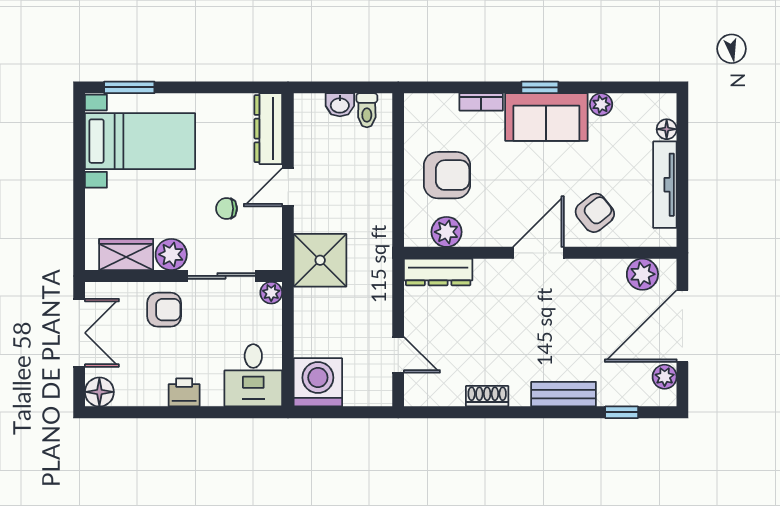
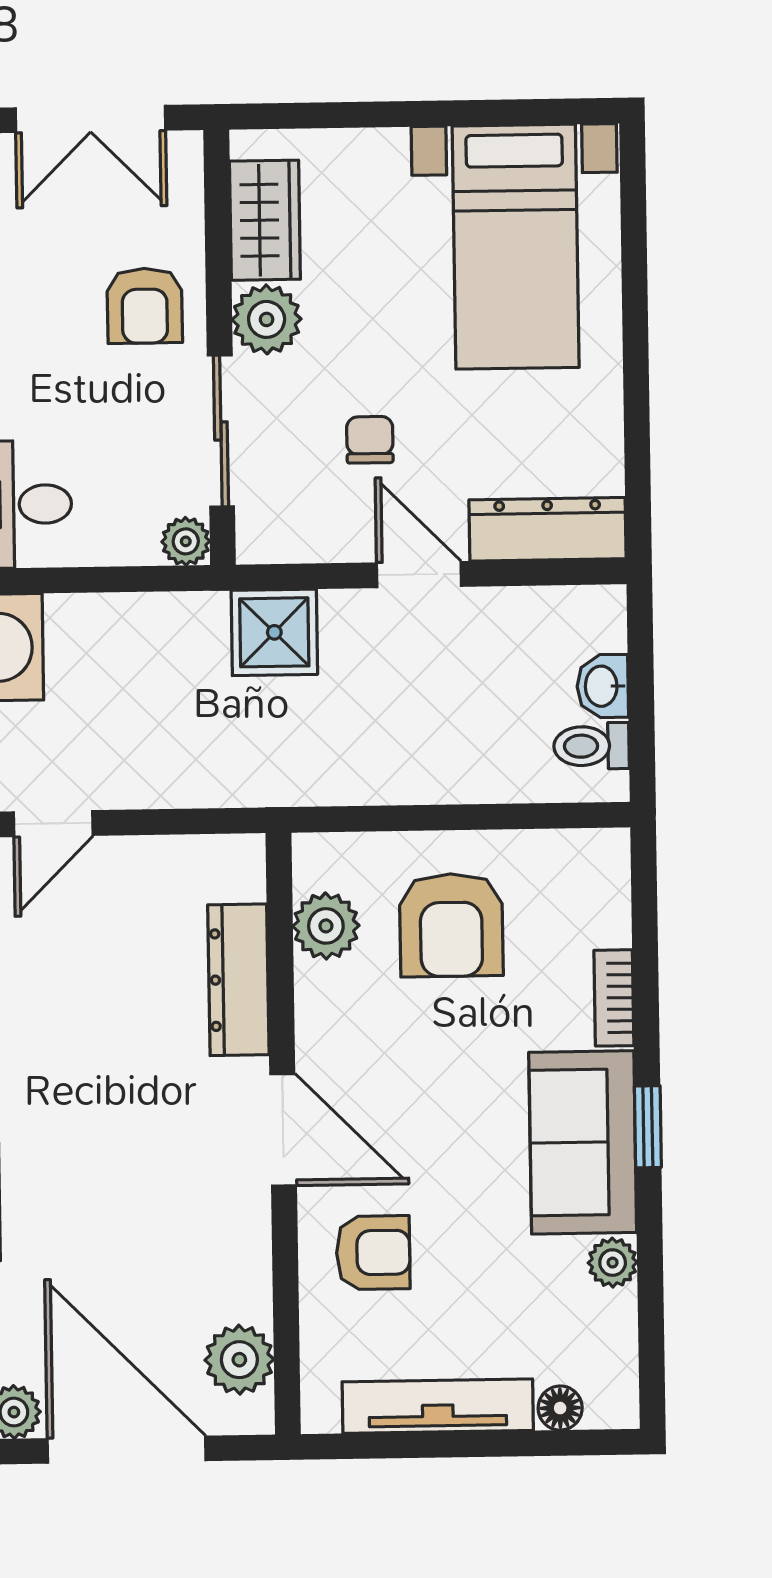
window: (129, 87) -> (634, 221), removed
armchair: (595, 213) -> (373, 1253), turned -51
shower: (320, 260) -> (274, 632), width x0.73, depth x0.73
dresser: (438, 272) -> (238, 980), moved

